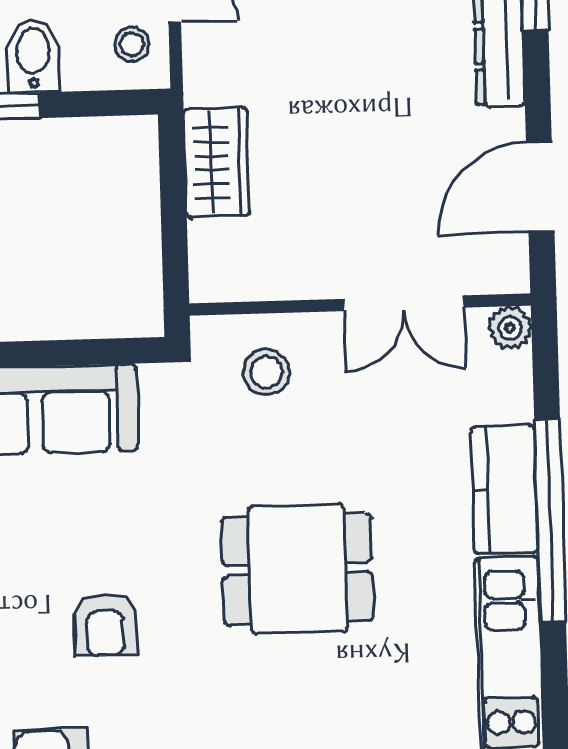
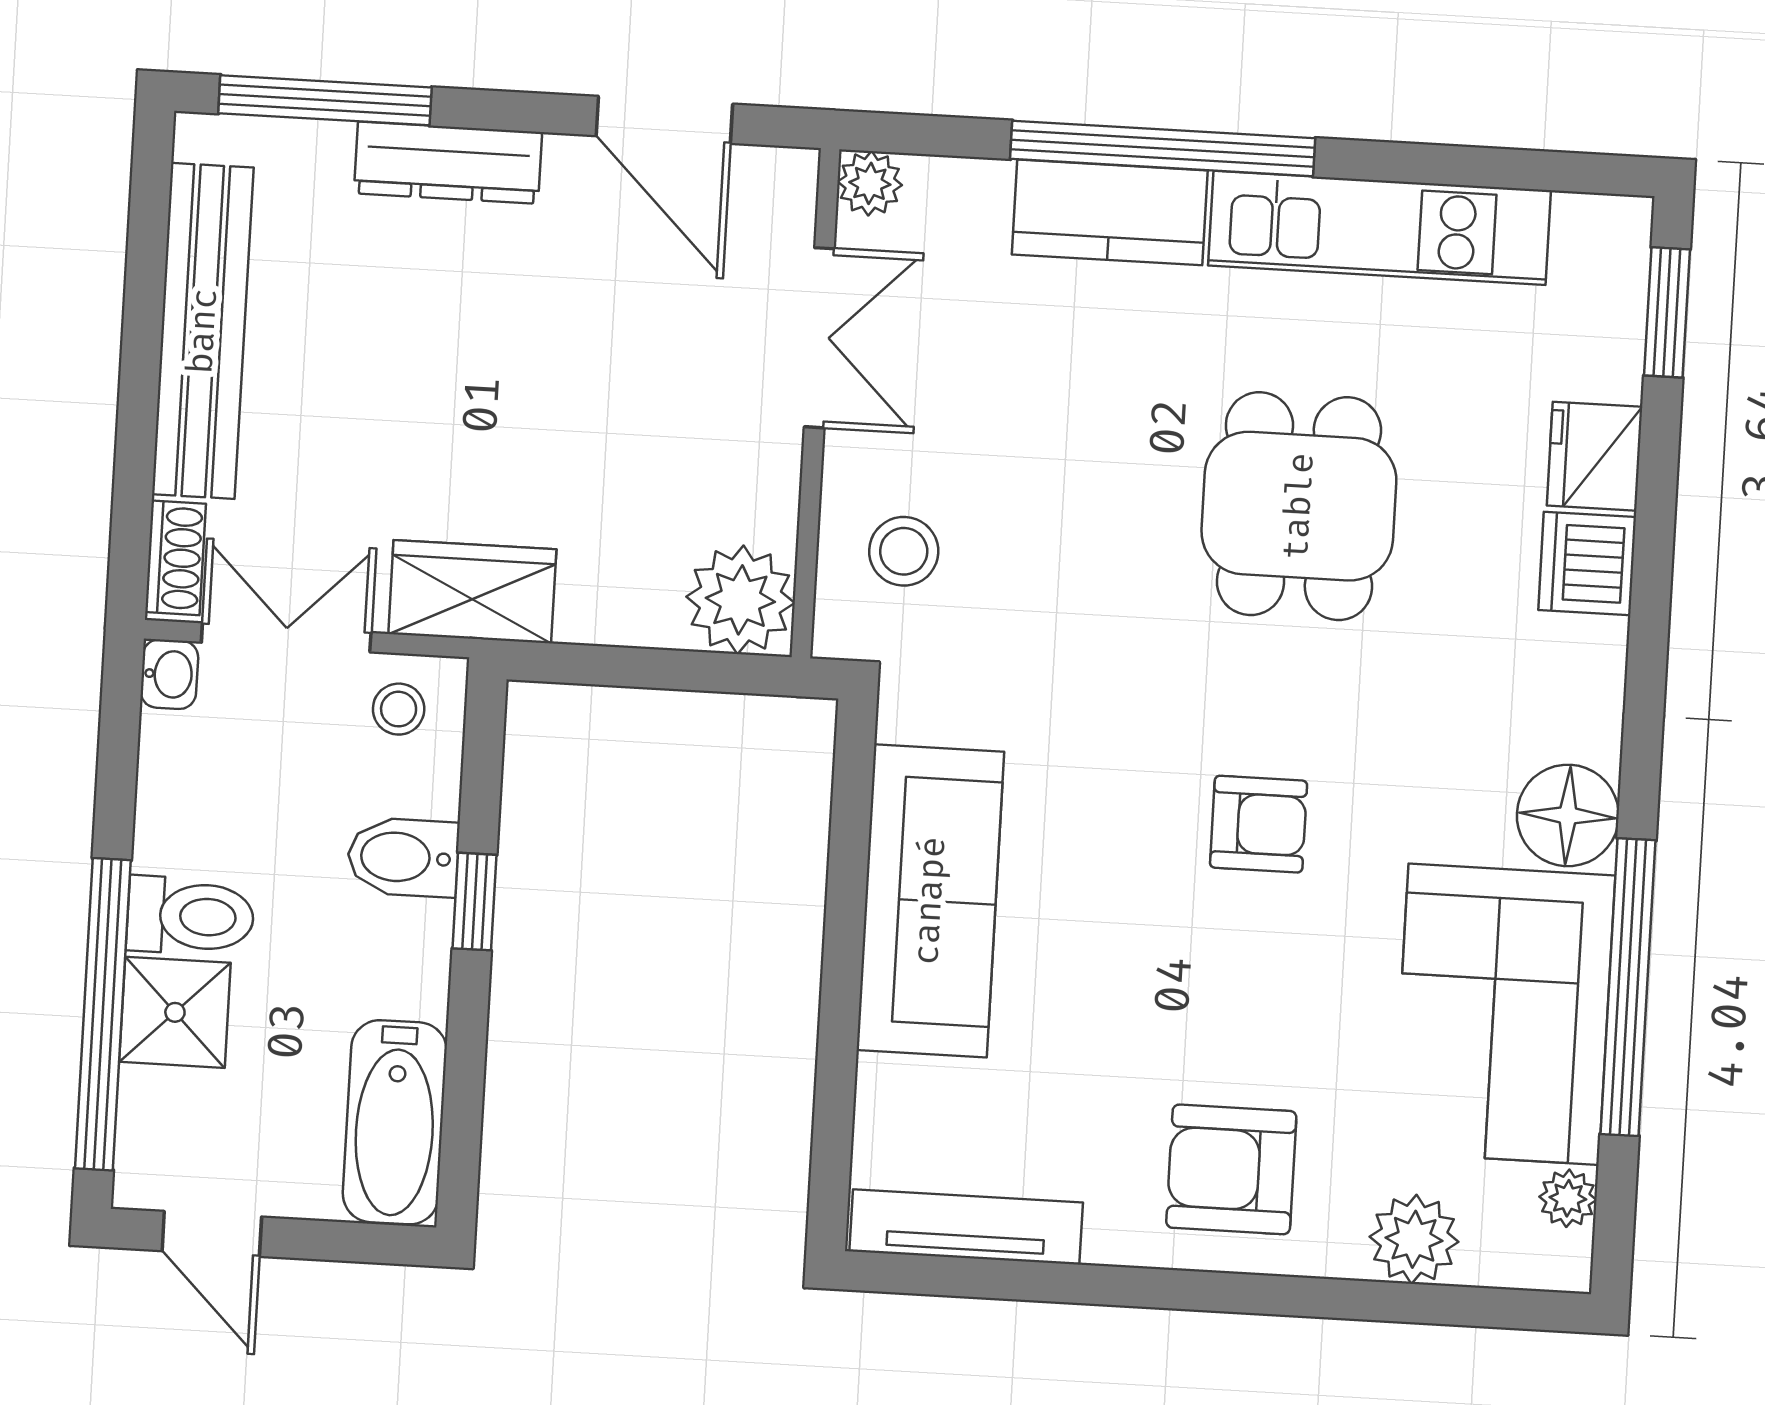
wardrobe: (217, 162) -> (472, 592), moved
plant: (225, 266) -> (740, 600), added
dining table: (298, 569) -> (1299, 506), moved

